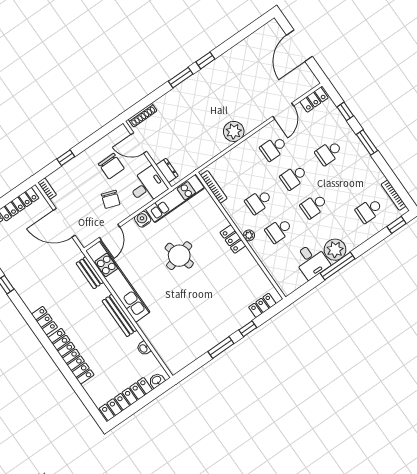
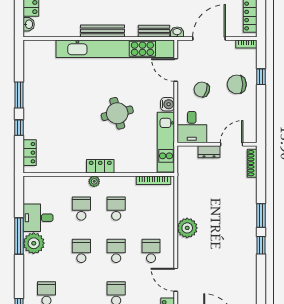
chair: (111, 166) -> (237, 84), moved
dresser: (167, 170) -> (209, 152), moved
kitchen unit: (118, 281) -> (115, 49), width x1.36
washbasin: (144, 348) -> (177, 32), moved

